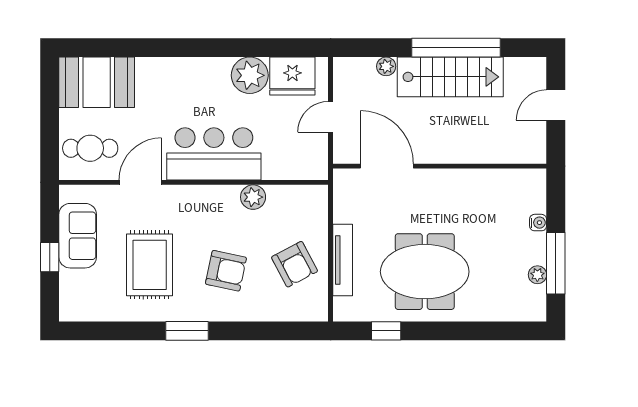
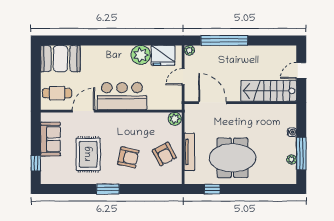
window: (456, 48) -> (224, 40), moved
plant: (386, 66) -> (189, 50), moved
stairs: (450, 77) -> (269, 91), moved, turned 180
plant: (253, 197) -> (175, 119), moved
window: (50, 257) -> (36, 163), moved

